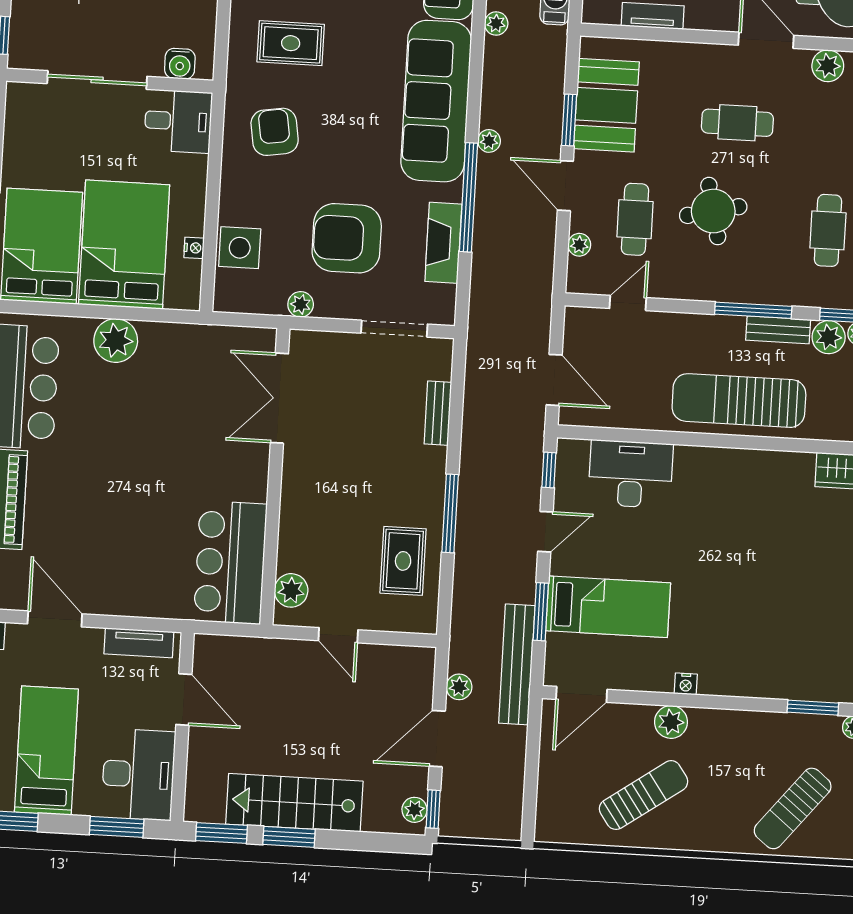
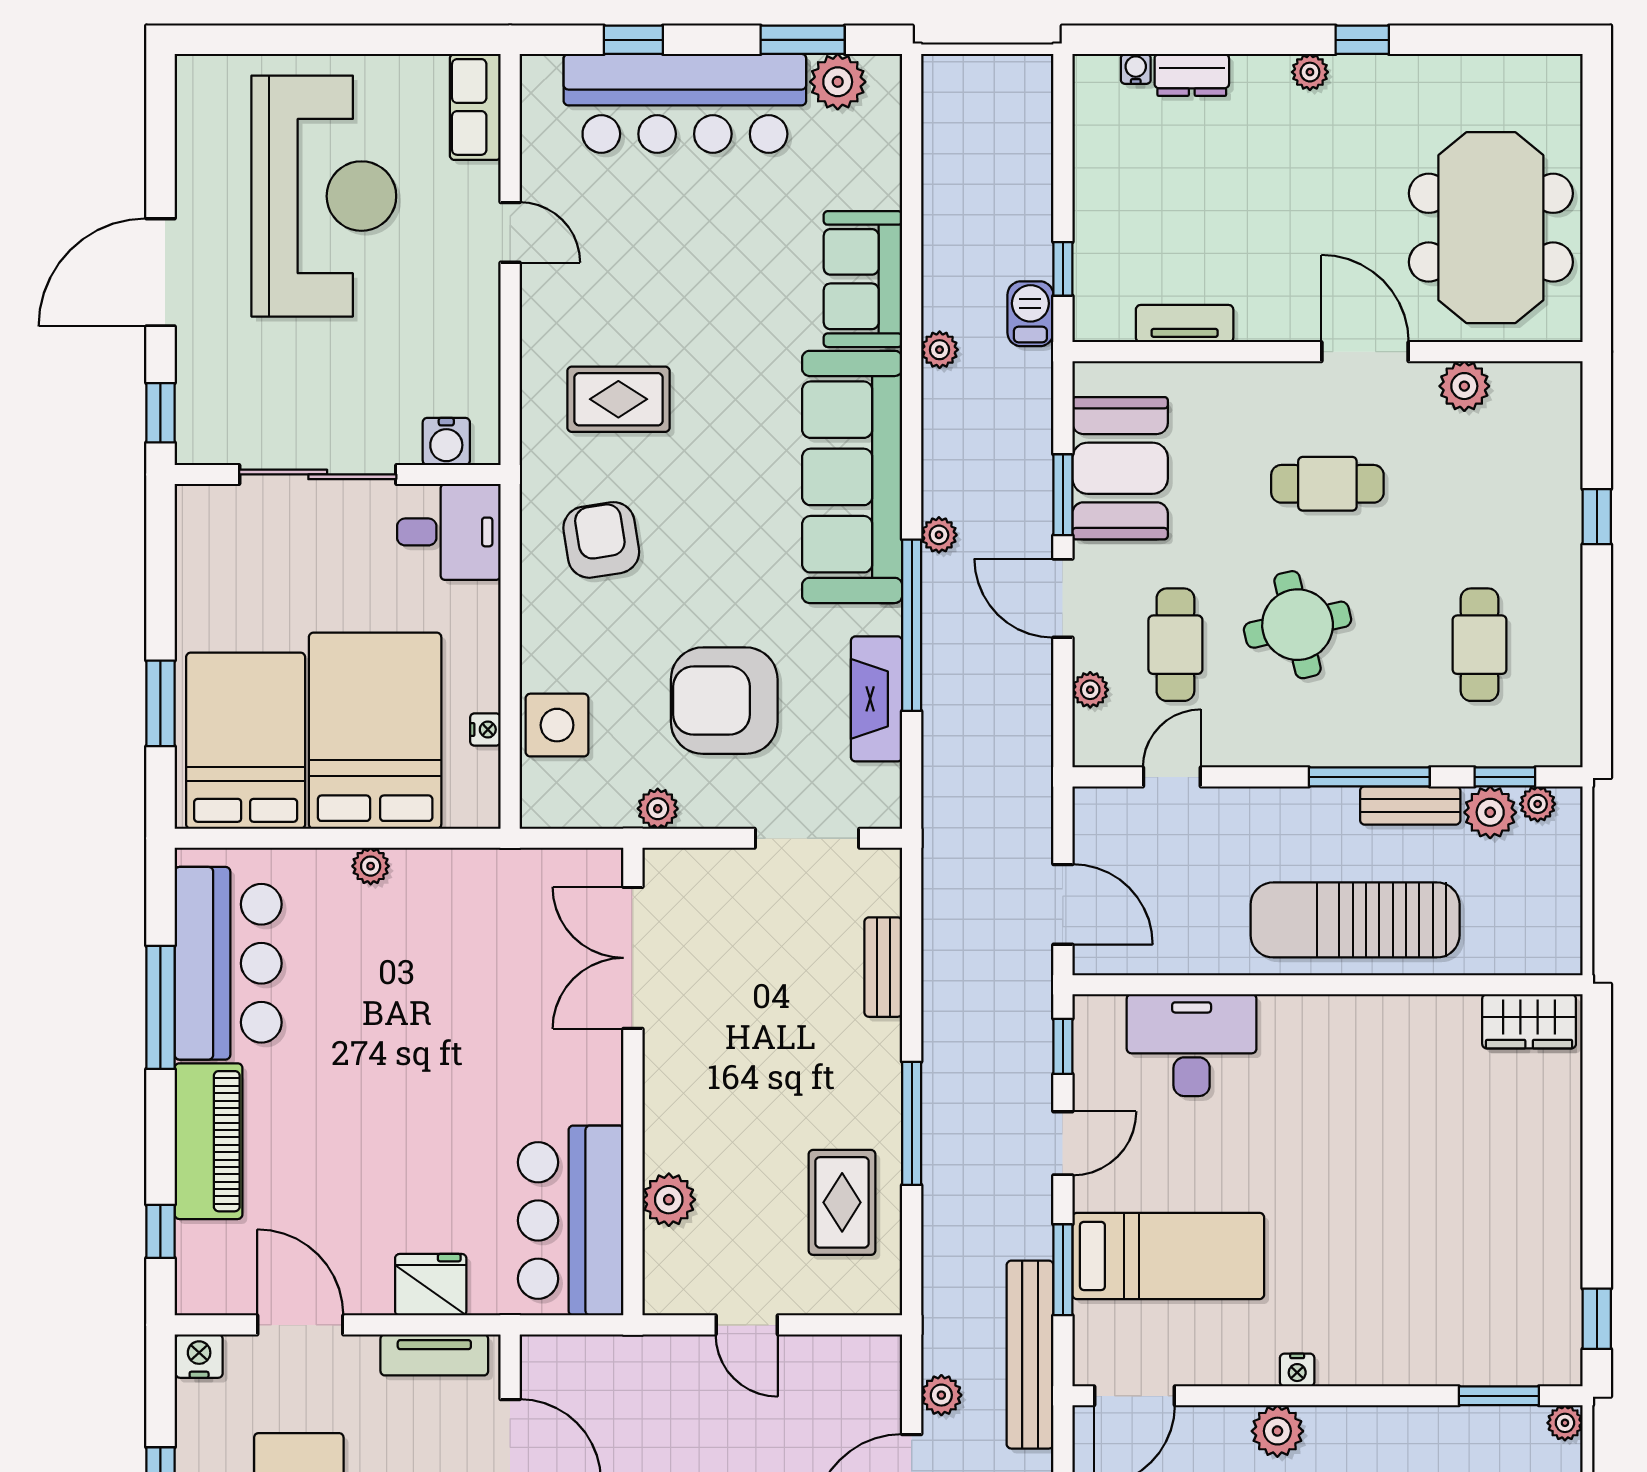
plant: (116, 340) -> (371, 866), width x0.53, depth x0.53
plant: (291, 590) -> (669, 1200), moved
fridge: (139, 598) -> (431, 1285), added

